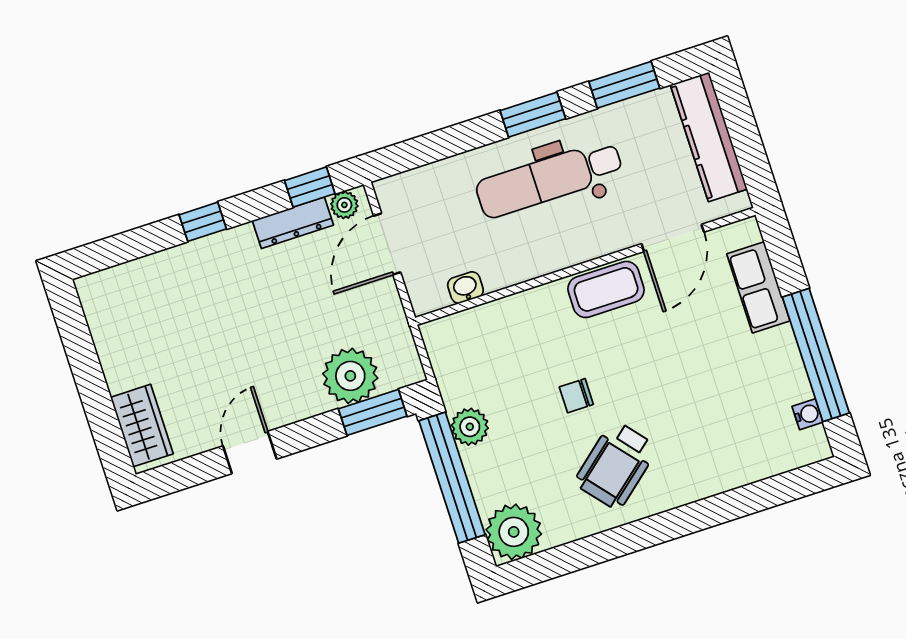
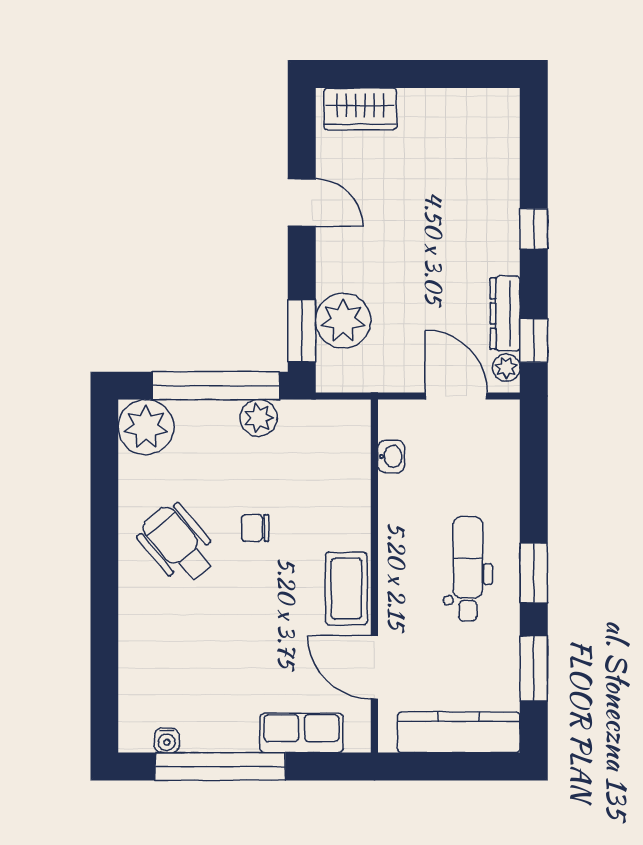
dental chair: (549, 179) -> (468, 569), width x0.73, depth x0.72
chair: (576, 396) -> (255, 528), turned -90

